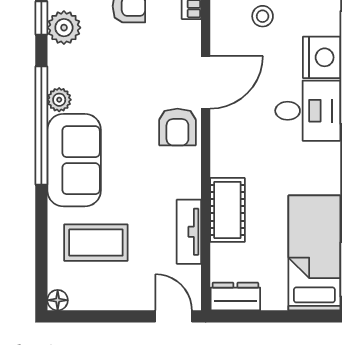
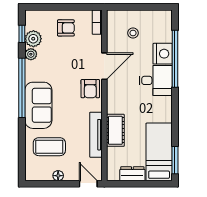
plant: (59, 100) -> (31, 54), moved
tv unit: (189, 232) -> (96, 135), width x1.41
dresser: (235, 296) -> (132, 174), moved
floor lamp: (58, 300) -> (58, 176), moved

